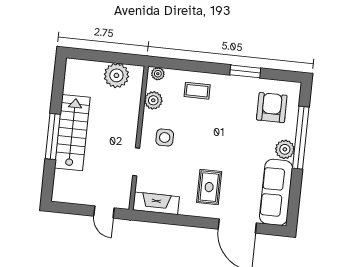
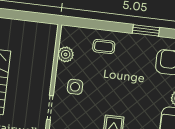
plant: (158, 74) -> (70, 31), removed
plant: (116, 75) -> (34, 32), removed

